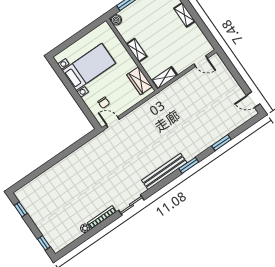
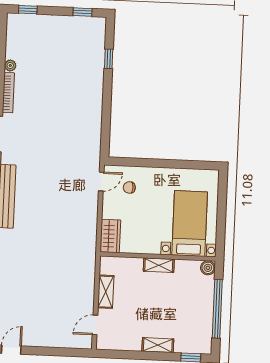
bed with nightstands: (89, 67) -> (190, 223), moved, turned 180
shelving: (164, 78) -> (106, 292), moved
wardrobe: (139, 81) -> (110, 236), moved, turned 90
window: (37, 173) -> (109, 59), added

